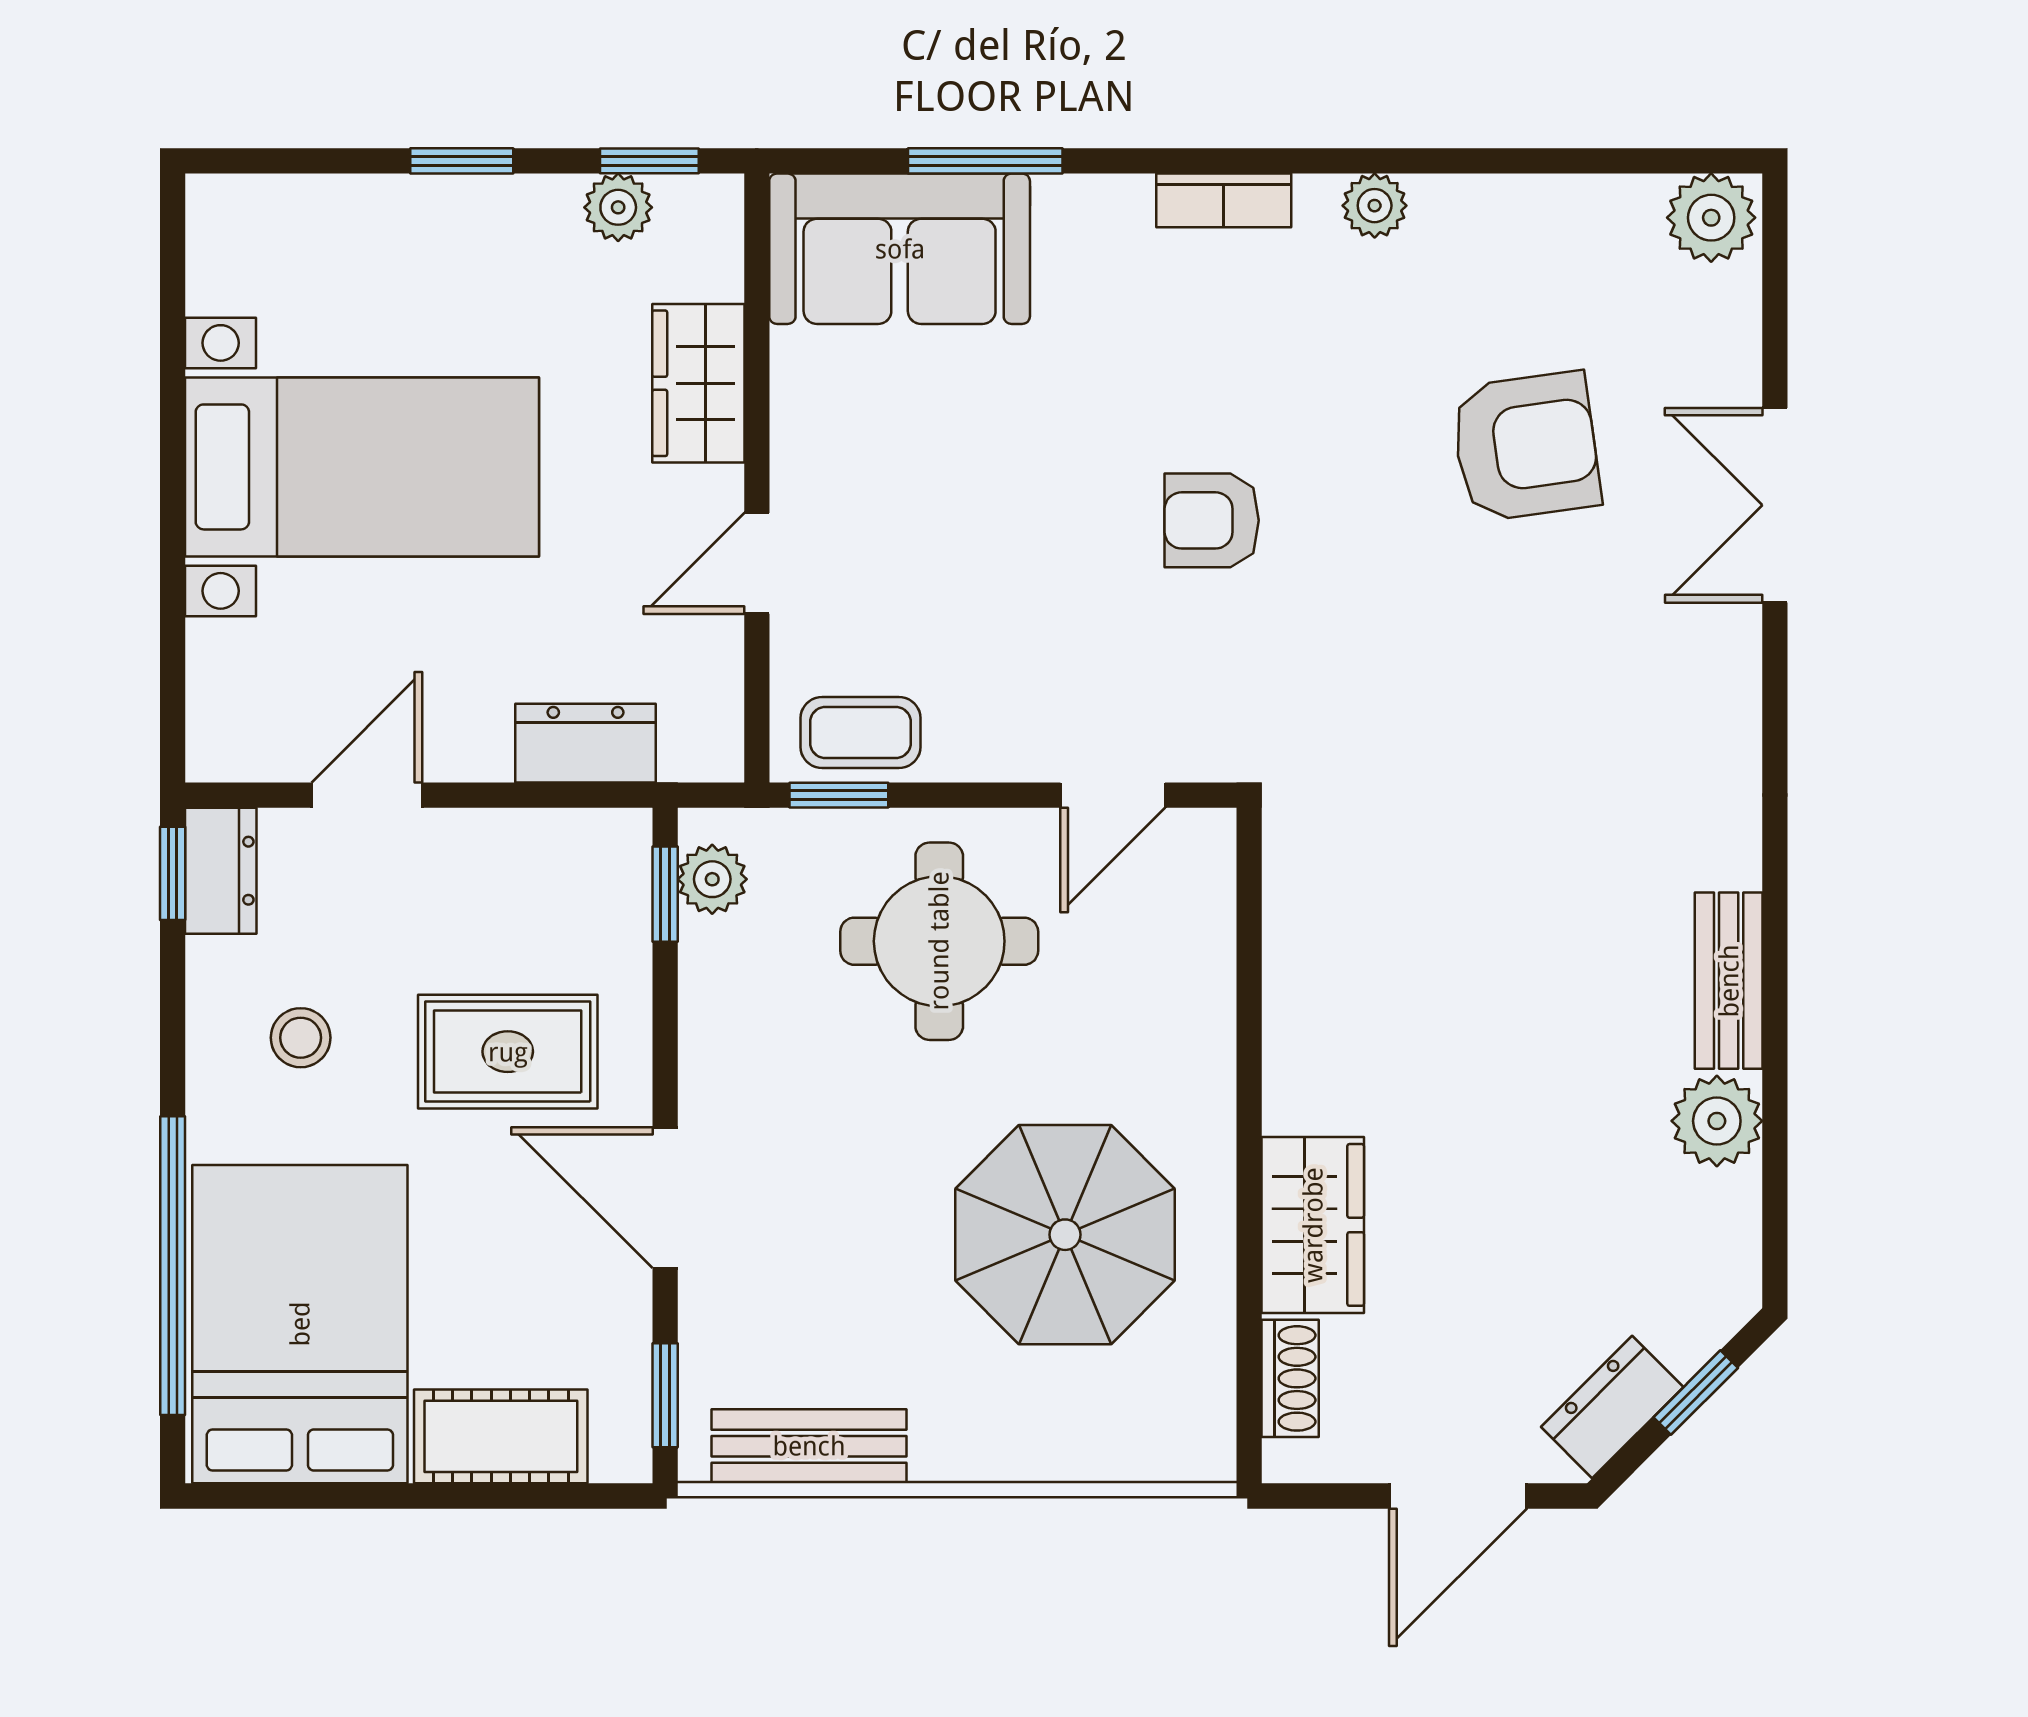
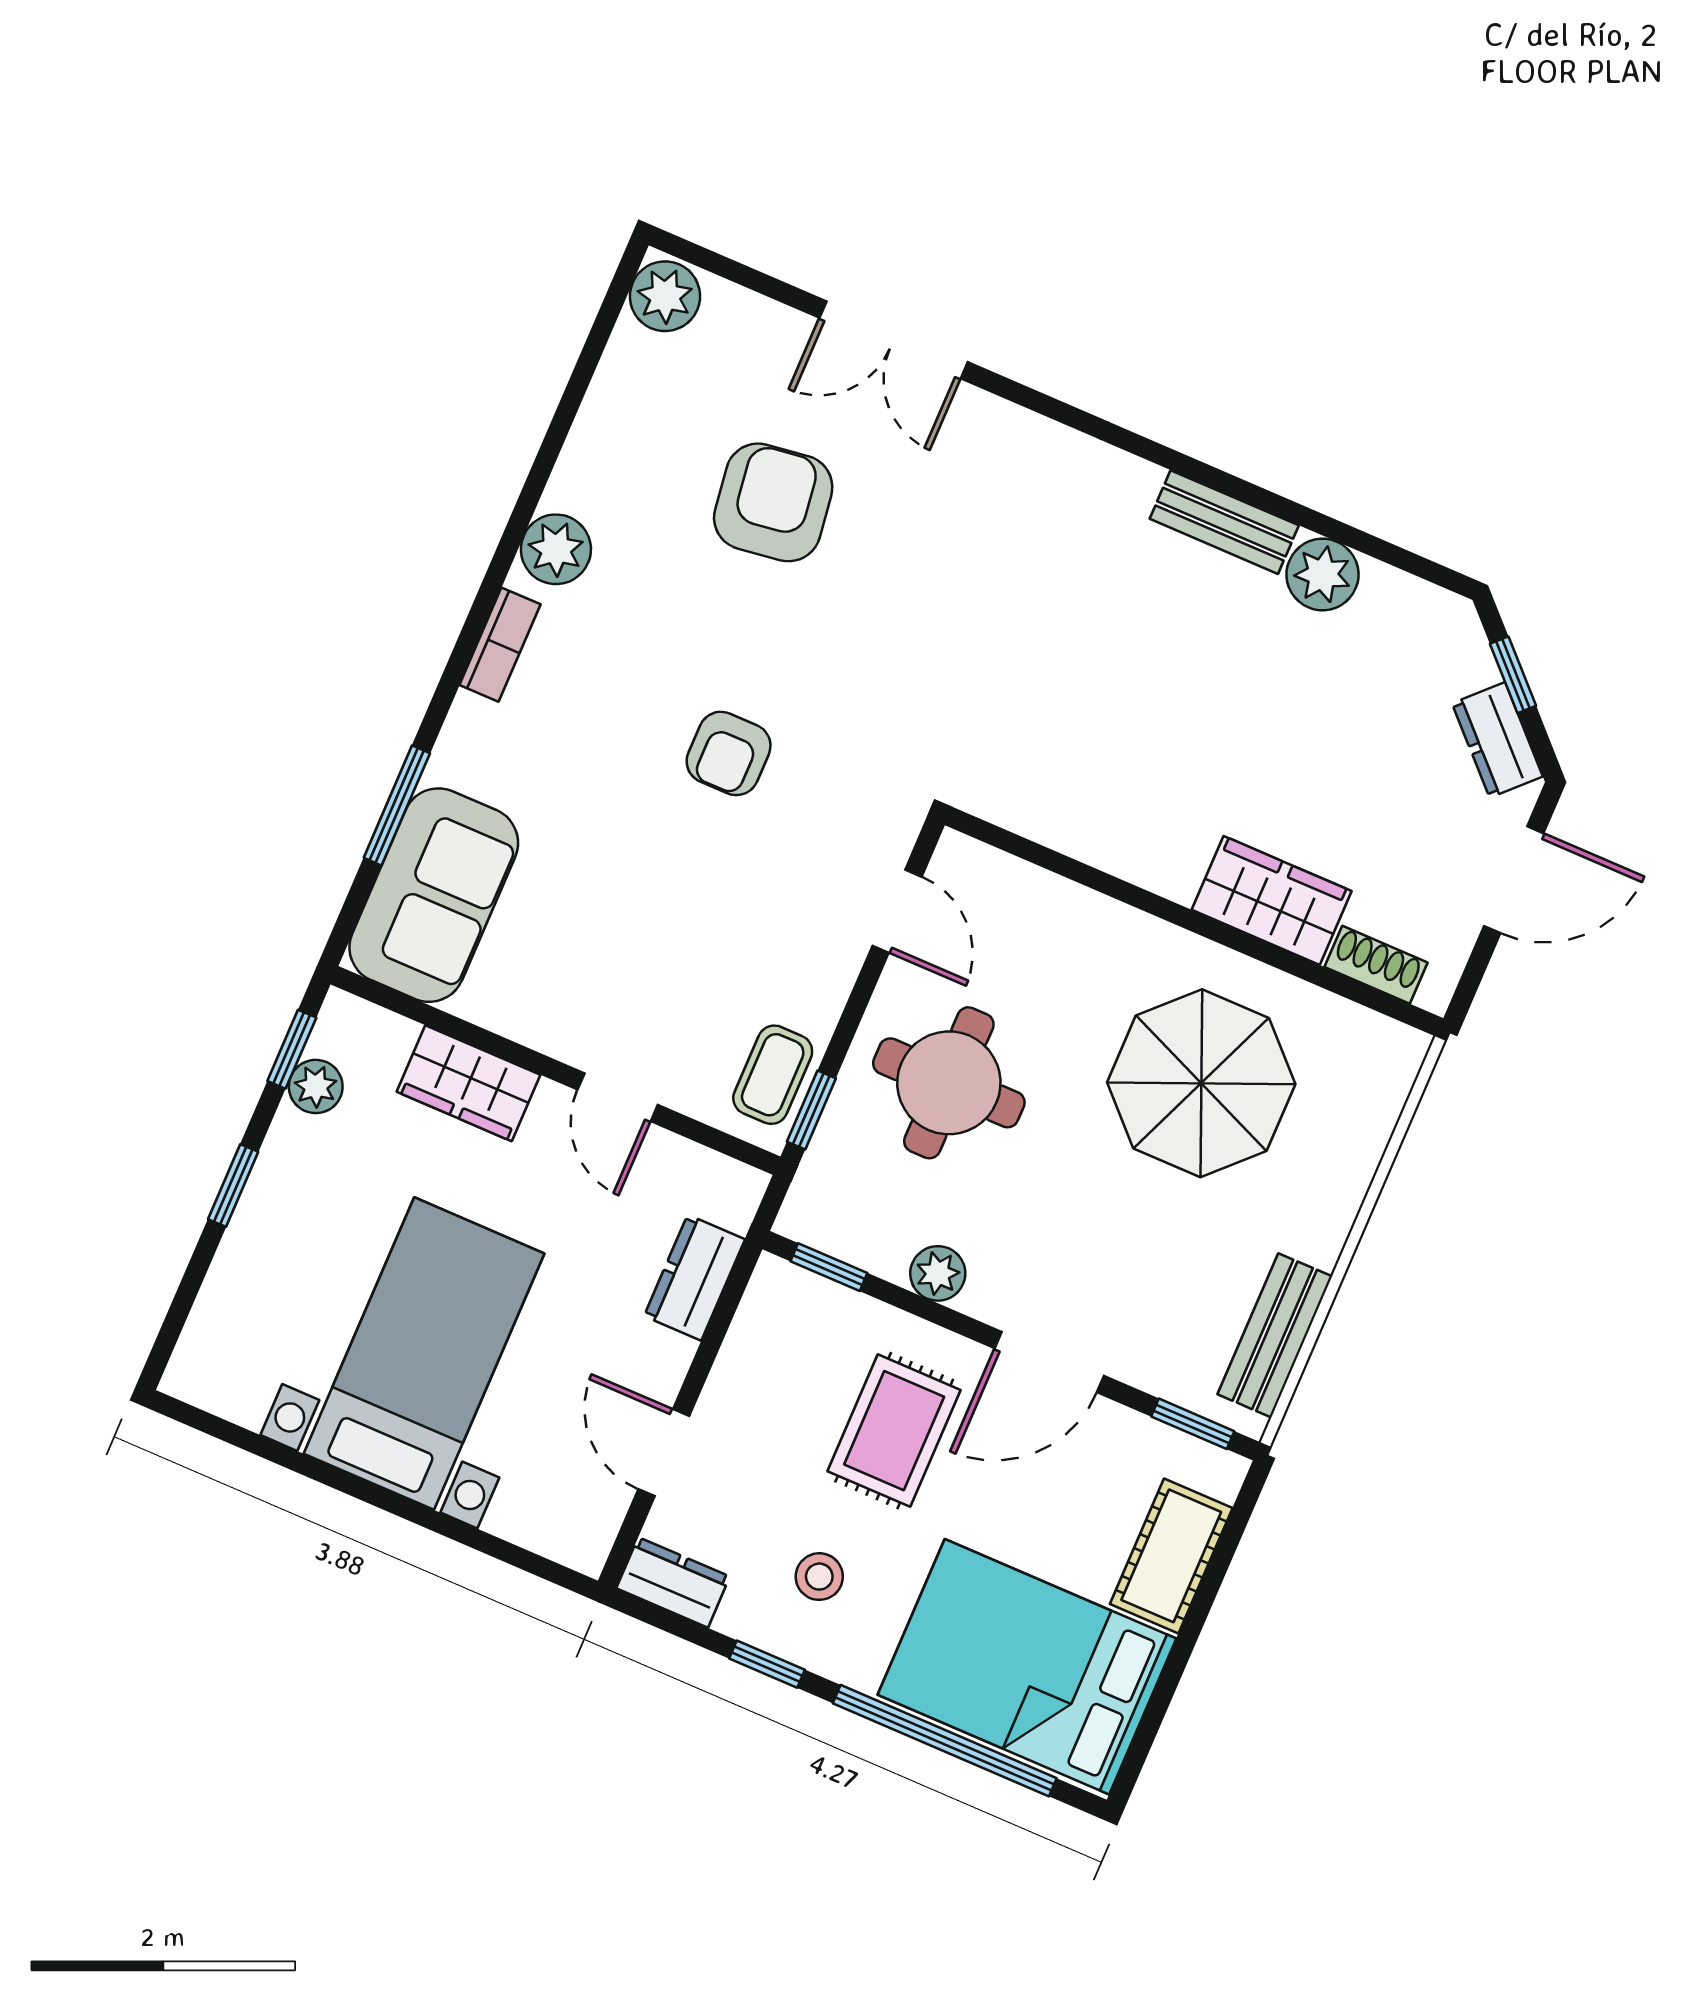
plant: (1375, 206) -> (556, 549), width x1.38, depth x1.38
window: (173, 873) -> (767, 1664), moved
plant: (712, 879) -> (938, 1273), moved
door: (1458, 1496) -> (1514, 880), hinge flipped

